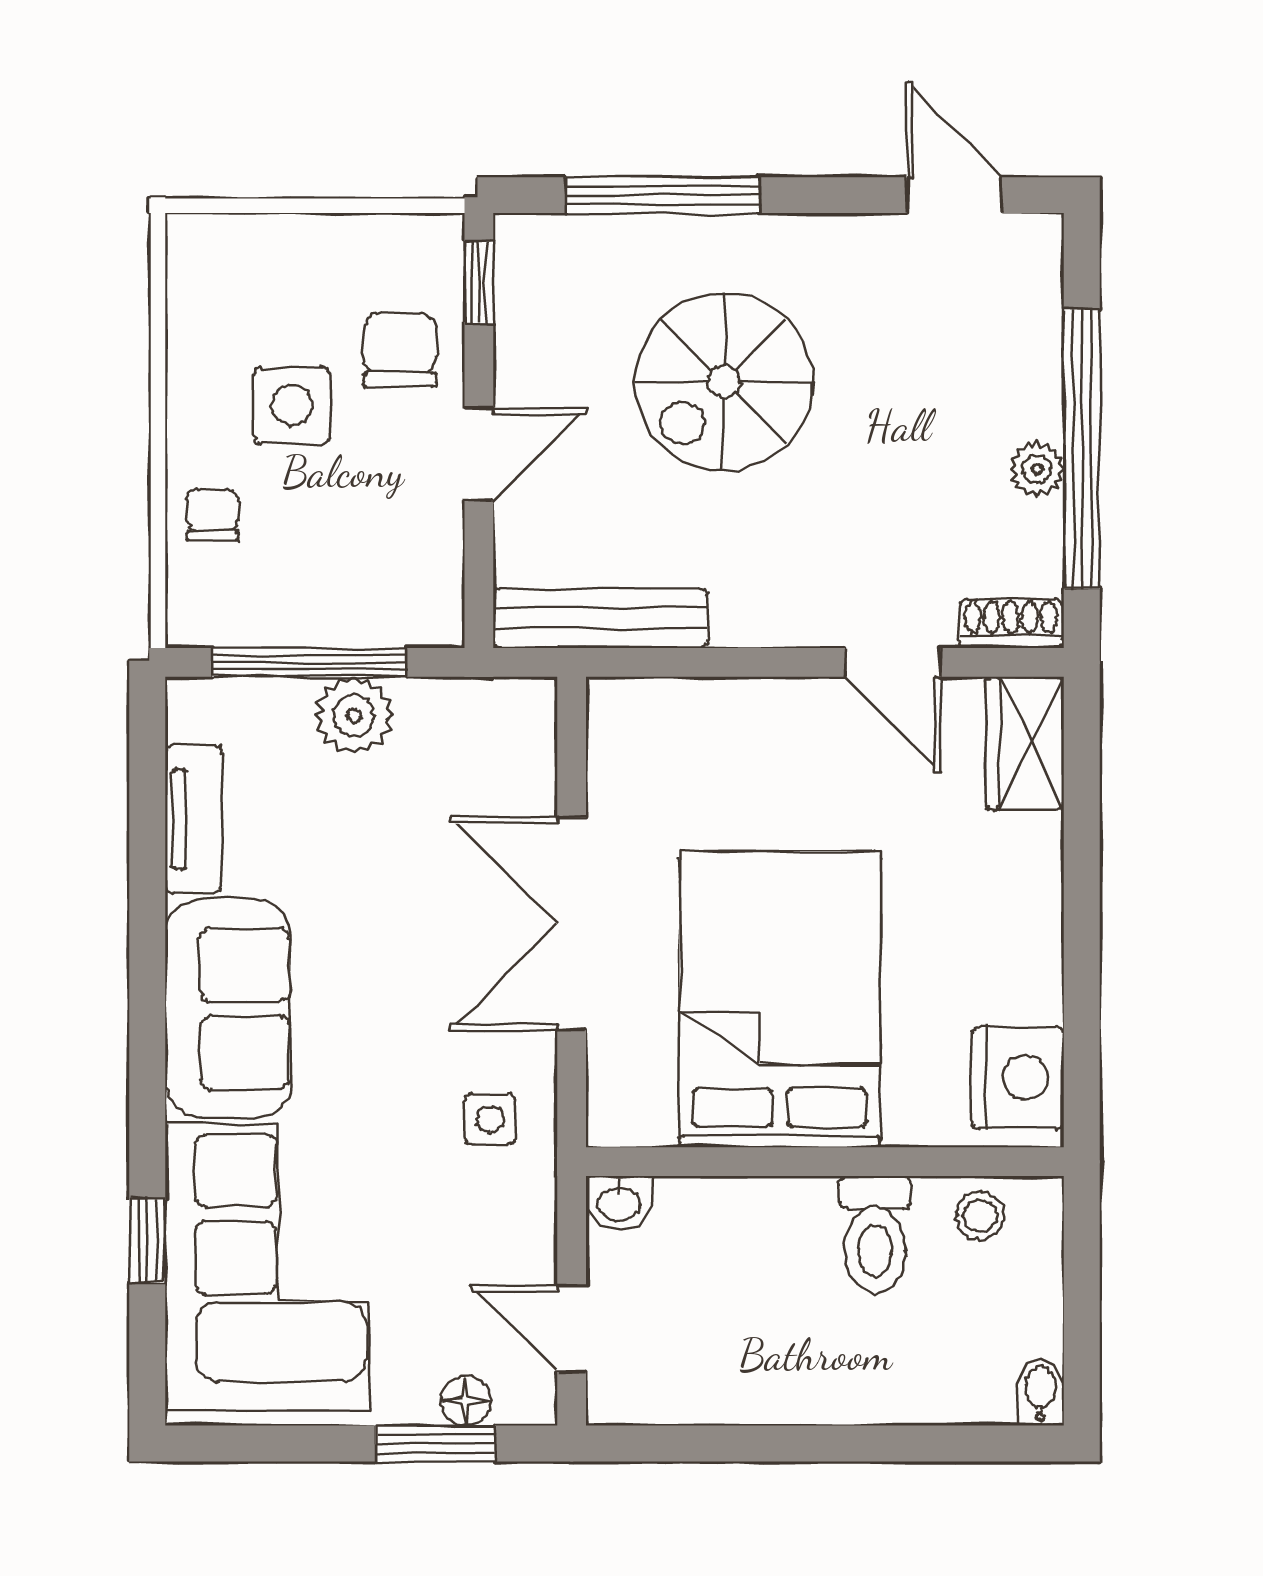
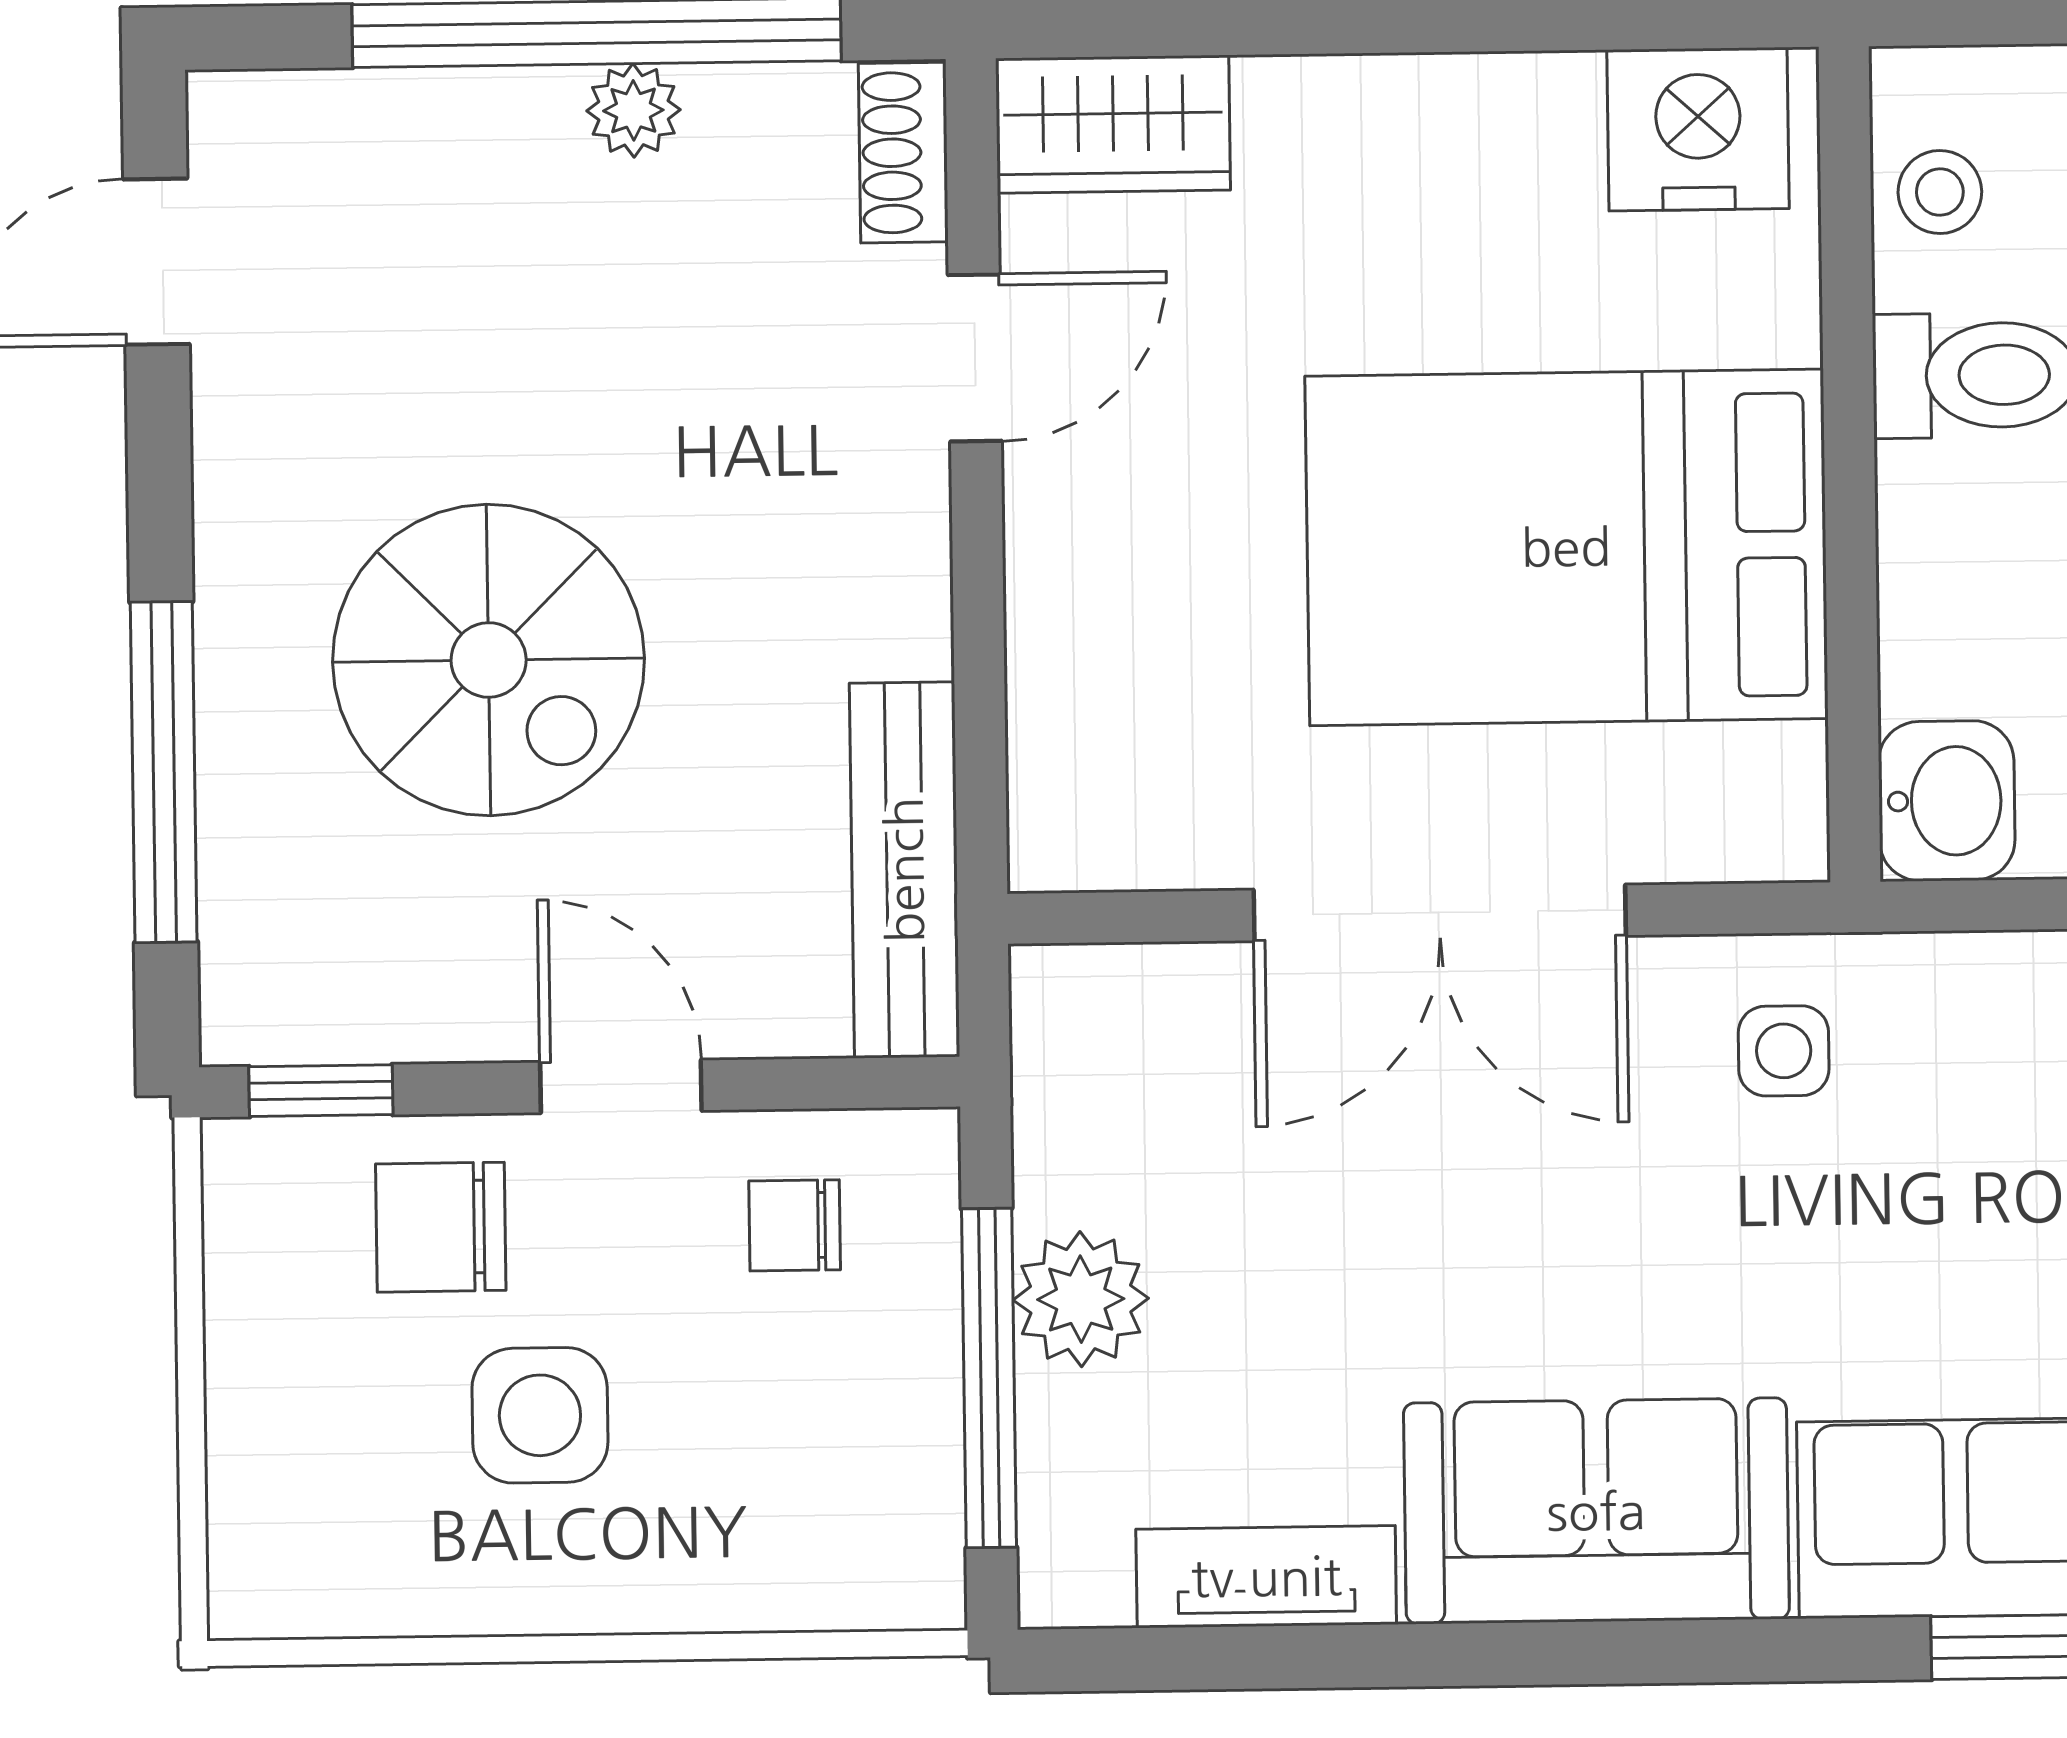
chair: (213, 515) -> (795, 1225), moved
washbasin: (619, 1203) -> (1947, 801), width x1.38, depth x1.45

